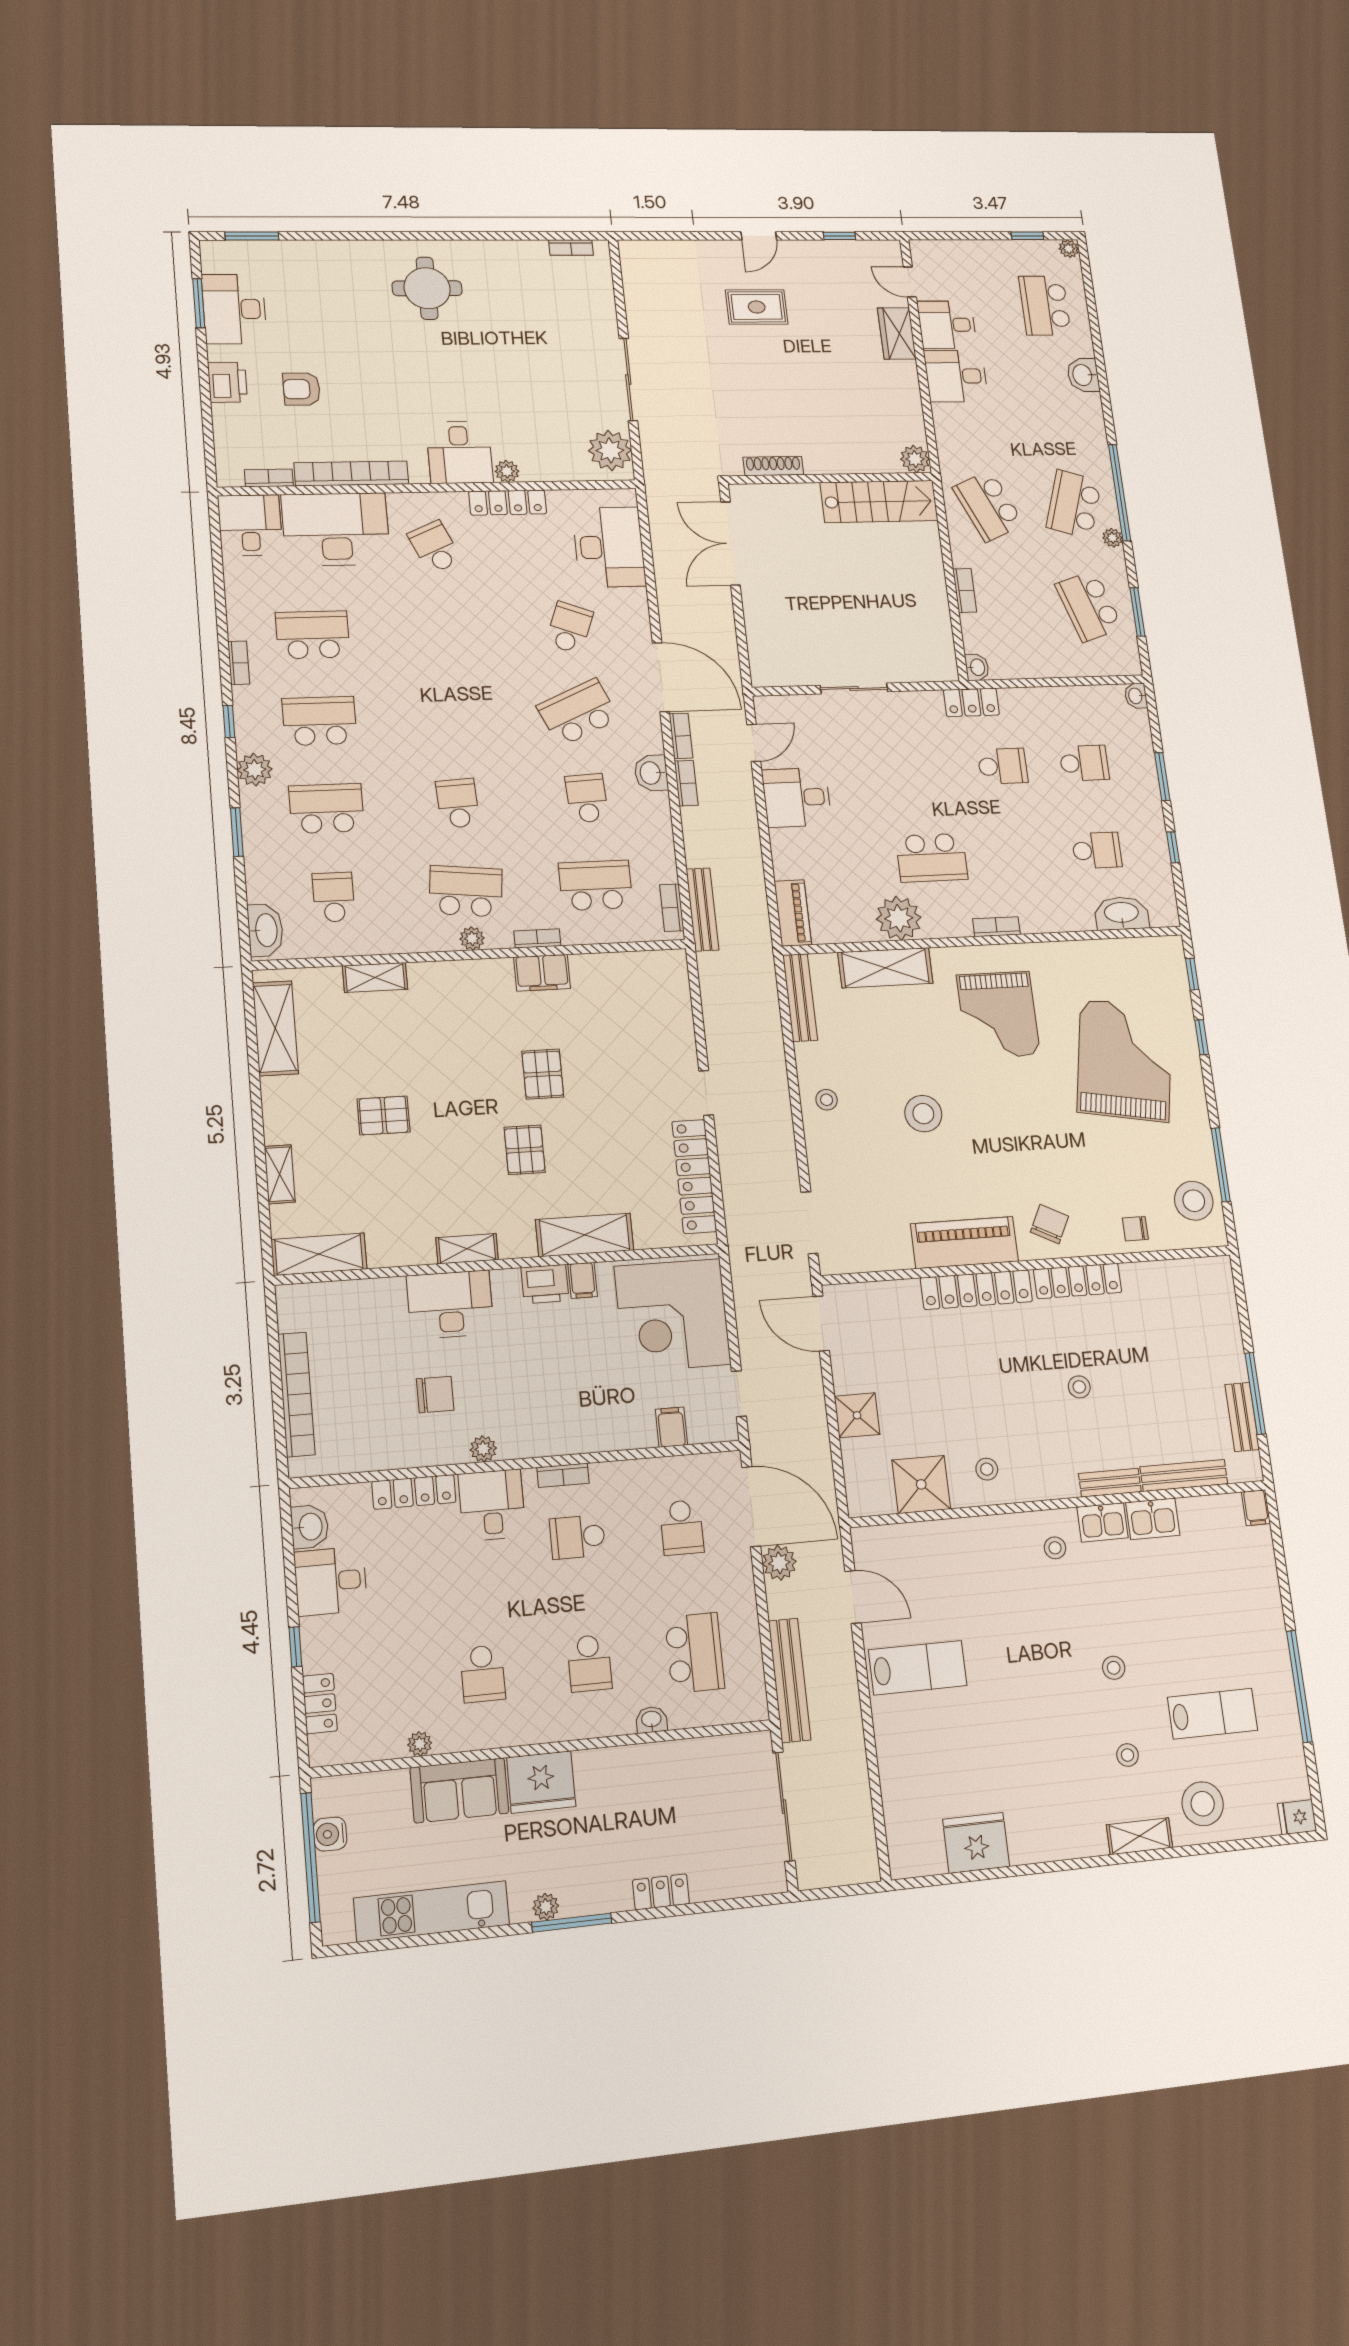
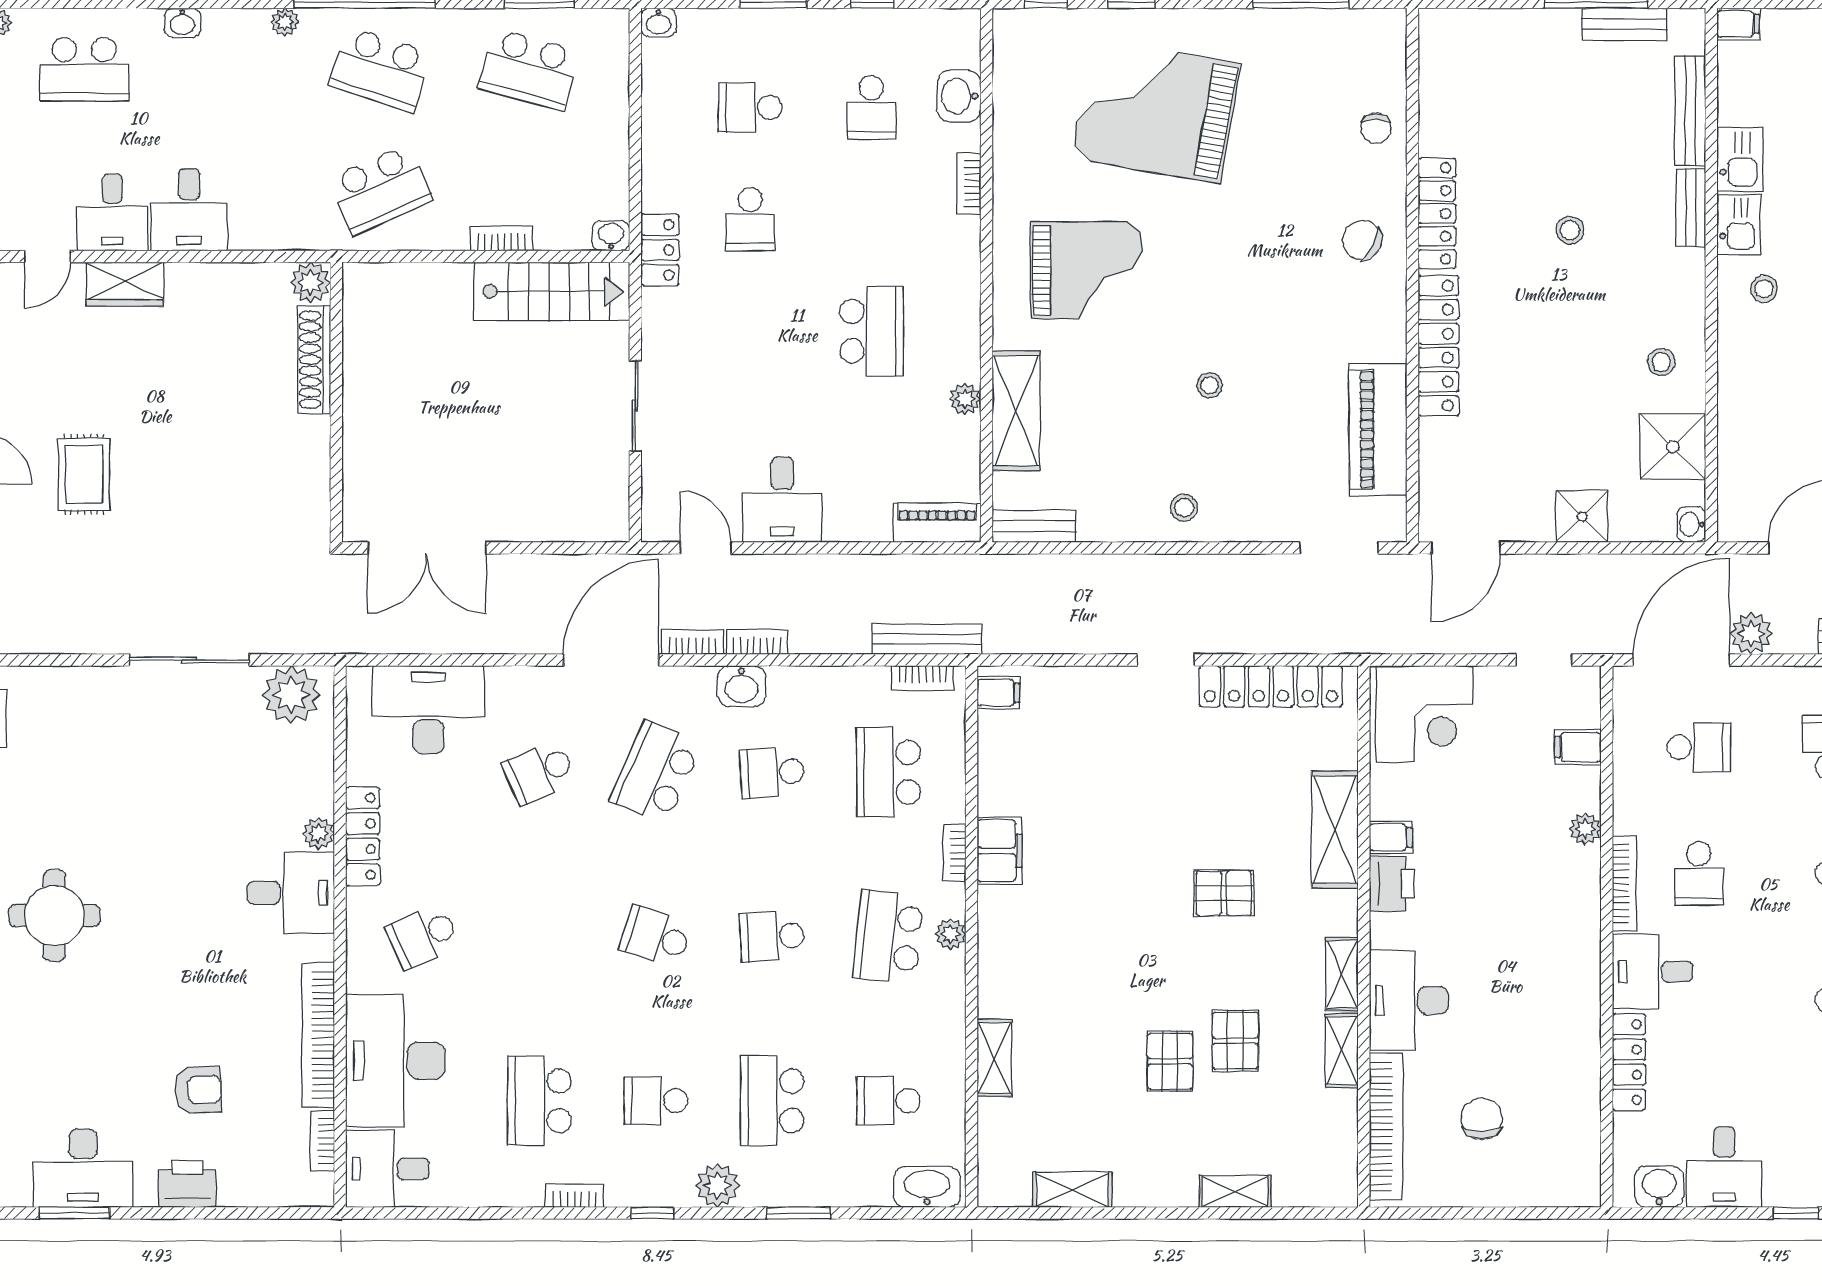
washbasin: (1083, 375) -> (182, 23), width x0.72, depth x0.69
armchair: (302, 389) -> (198, 1090), turned -93
shoe rack: (773, 466) -> (314, 360), moved, width x1.36, depth x1.24
stairs: (879, 502) -> (552, 291), moved, turned 90
plant: (1112, 538) -> (285, 22), moved
school desk: (1089, 606) -> (529, 69), turned 33
school desk: (569, 628) -> (539, 772), turned -45
school desk: (578, 712) -> (656, 772), turned 48
school desk: (450, 717) -> (656, 937), added
school desk: (320, 721) -> (656, 1101), width x0.54
school desk: (1084, 763) -> (750, 107), turned -90
school desk: (1003, 766) -> (750, 219), turned 180
school desk: (1097, 850) -> (872, 107), turned 180
washbasin: (1121, 913) -> (959, 96), width x0.72
plant: (899, 918) -> (965, 399), width x0.53, depth x0.53
bookcase: (996, 927) -> (969, 184), moved
filing cabinet: (667, 966) -> (998, 693), added
bench: (800, 998) -> (1034, 526), width x0.73
shelving: (275, 1028) -> (1072, 1190), width x0.67, depth x0.75
pallet: (543, 1074) -> (1235, 1041), moved, turned 90
stool: (923, 1114) -> (1210, 385), width x0.53, depth x0.53
stool: (1194, 1201) -> (1345, 46), removed
piano: (964, 1243) -> (1378, 430), moved
shelving: (319, 1254) -> (1342, 1051), moved, width x0.67, depth x0.75
corner desk: (673, 1315) -> (1424, 714), width x0.74, depth x0.74
bookcase: (296, 1394) -> (1386, 1127), moved, turned 90
chair: (435, 1395) -> (1482, 1119), moved
plant: (483, 1449) -> (1585, 829), moved
bookcase: (563, 1475) -> (1624, 884), width x1.56
washbasin: (861, 1505) -> (1691, 524), added

